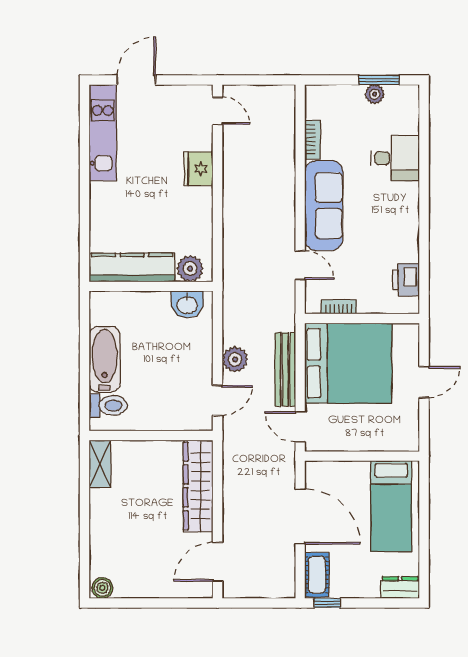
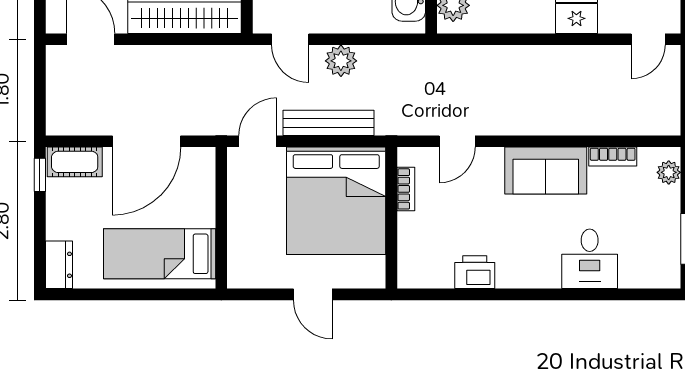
plant: (375, 94) -> (669, 172), moved
sofa: (324, 206) -> (546, 171), width x0.73
printer: (406, 280) -> (475, 272), moved

